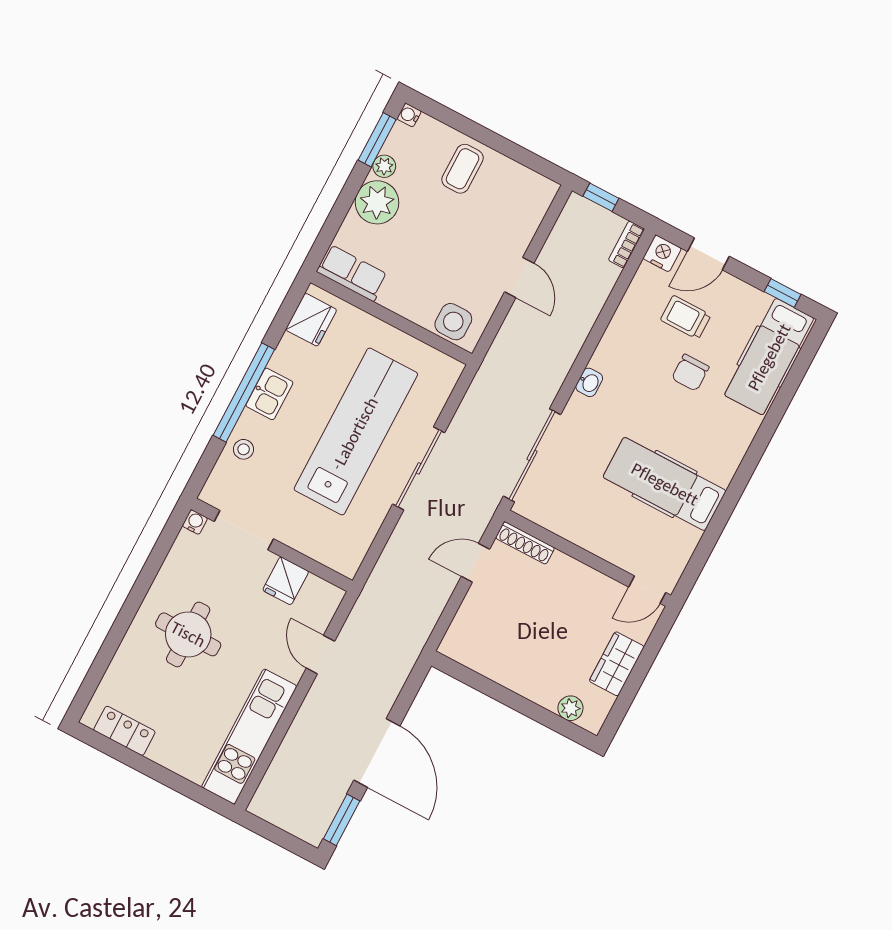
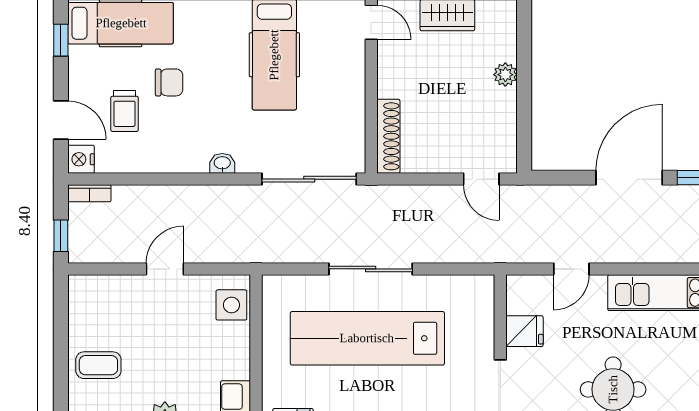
shoe rack: (525, 543) -> (388, 136), width x1.36, depth x1.24
door: (475, 563) -> (481, 179), moved
plant: (570, 708) -> (505, 75), moved

